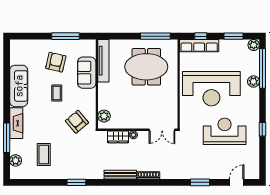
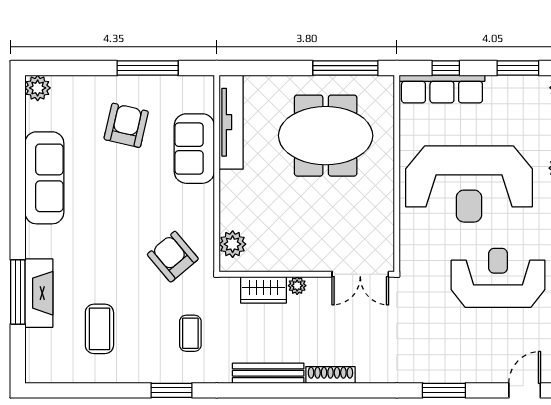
coffee table: (57, 93) -> (190, 333), moved
fireplace: (16, 123) -> (39, 293), moved
plant: (16, 160) -> (38, 88), moved

